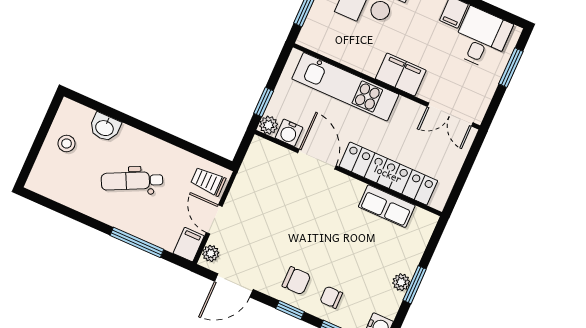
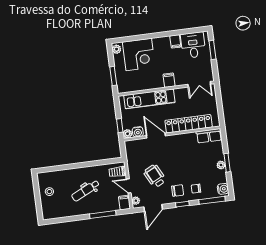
filing cabinet: (401, 75) -> (169, 80), width x0.50
washbasin: (105, 127) -> (61, 175), removed
row of seats: (387, 206) -> (209, 136), moved
wheelchair: (271, 230) -> (155, 176), added

